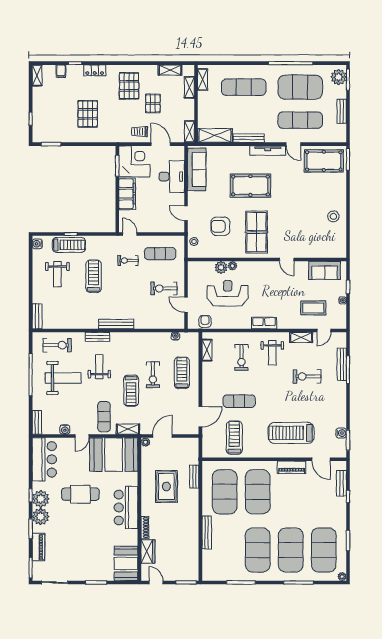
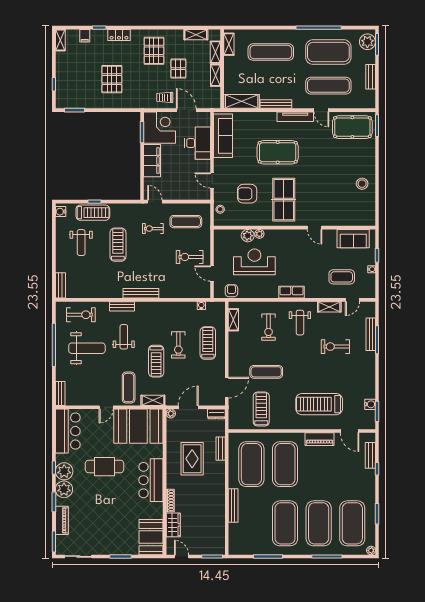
shelving: (189, 132) -> (216, 75), moved
water cooler: (65, 429) -> (89, 401), removed
dresser: (190, 443) -> (216, 414), added

